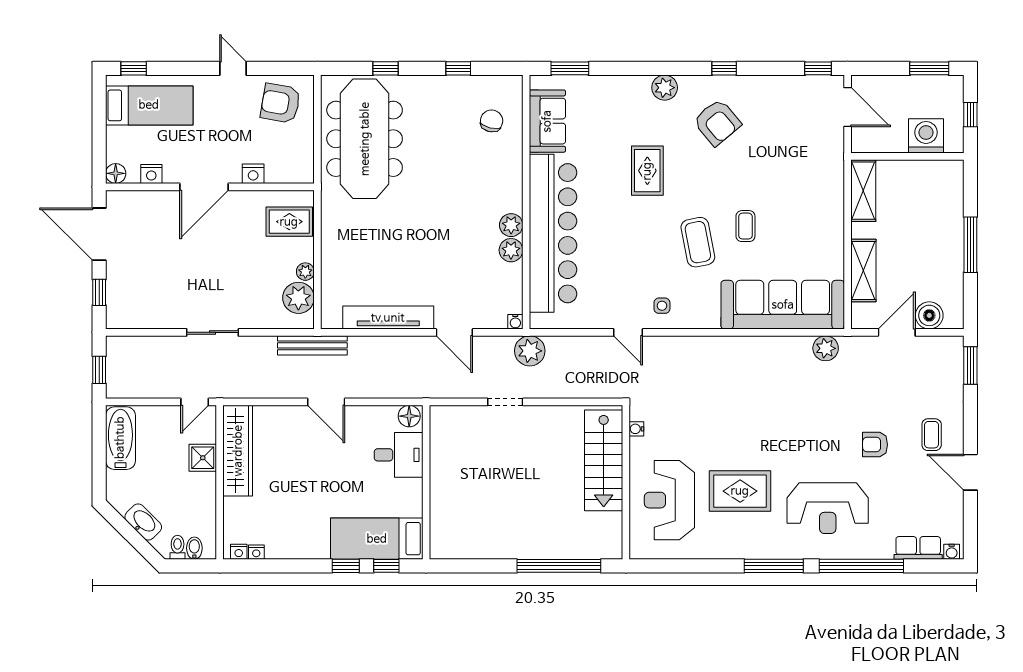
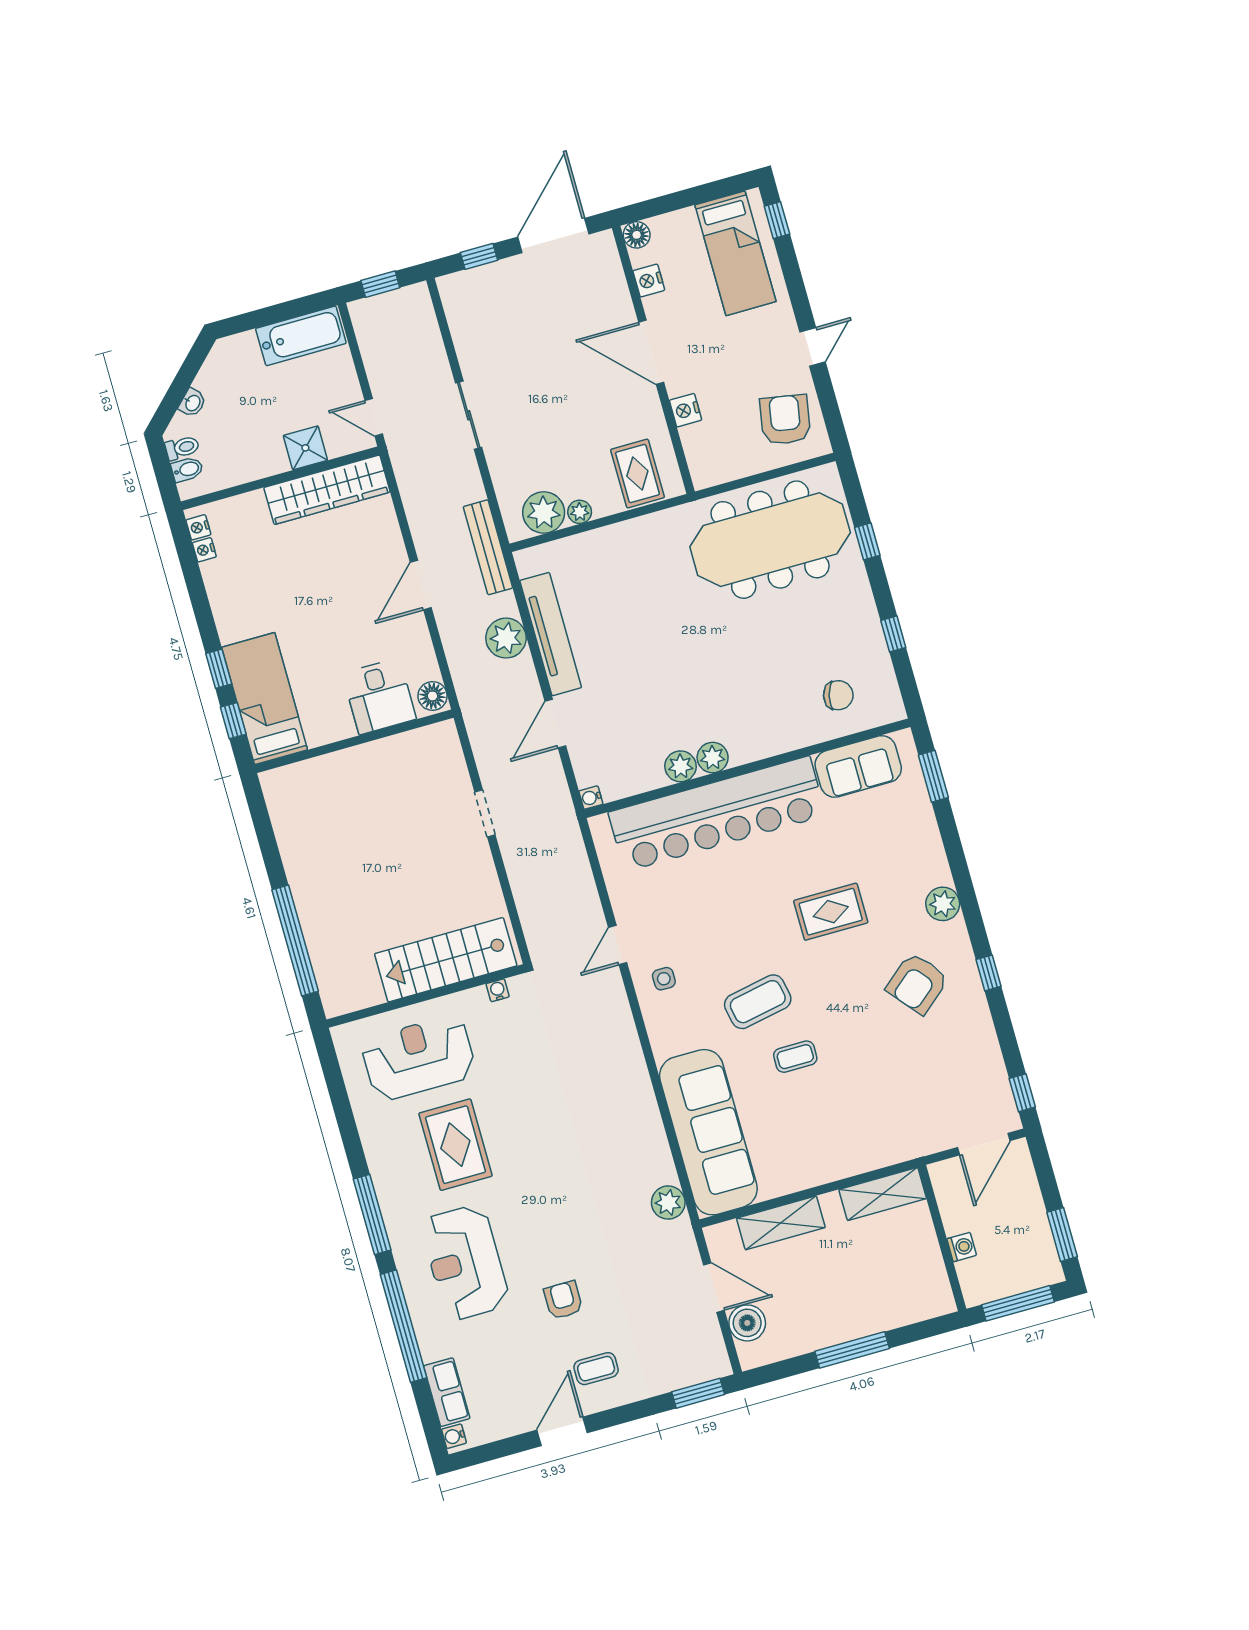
window: (970, 115) -> (1018, 1303), width x2.17
washing machine: (926, 136) -> (962, 1247), width x0.53, depth x0.53
plant: (530, 351) -> (506, 638), moved
washbasin: (143, 522) -> (192, 403), width x0.52, depth x0.69

